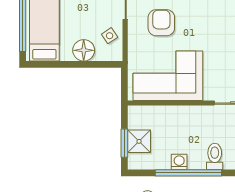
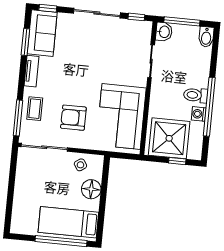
shower: (139, 141) -> (169, 138), width x1.86, depth x1.86
window: (124, 143) -> (177, 161), width x0.67
toilet: (215, 156) -> (196, 95), moved

